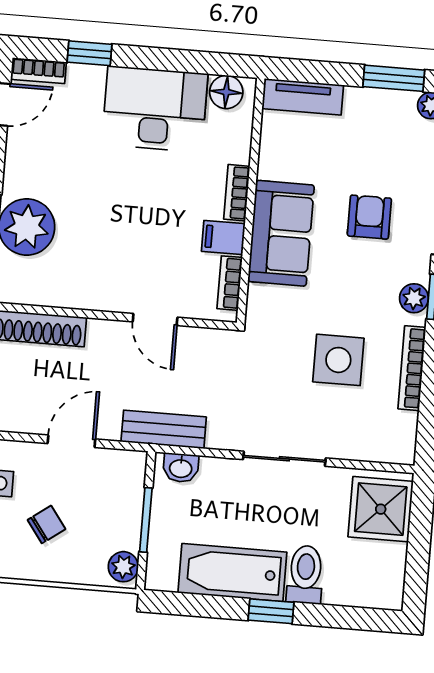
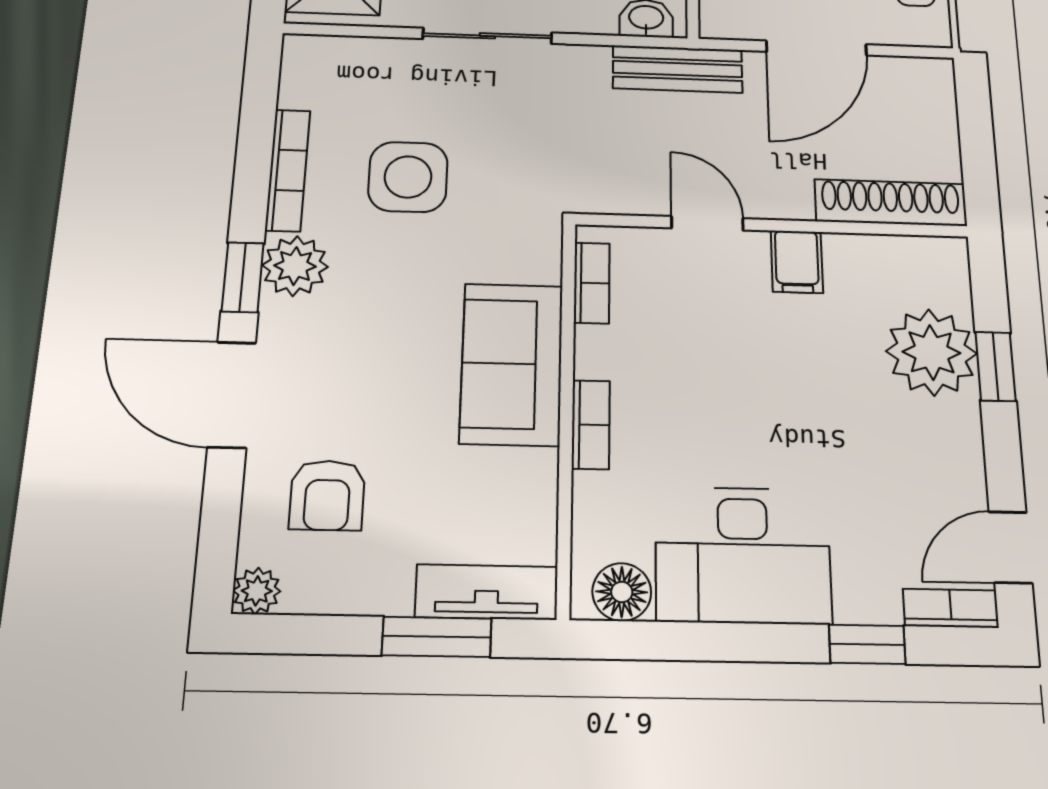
window: (394, 78) -> (437, 637), moved
armchair: (369, 217) -> (327, 495), moved
filing cabinet: (223, 238) -> (797, 262), moved, turned 90
plant: (414, 298) -> (295, 266), width x1.38, depth x1.38
door: (71, 441) -> (816, 48), width x1.38

